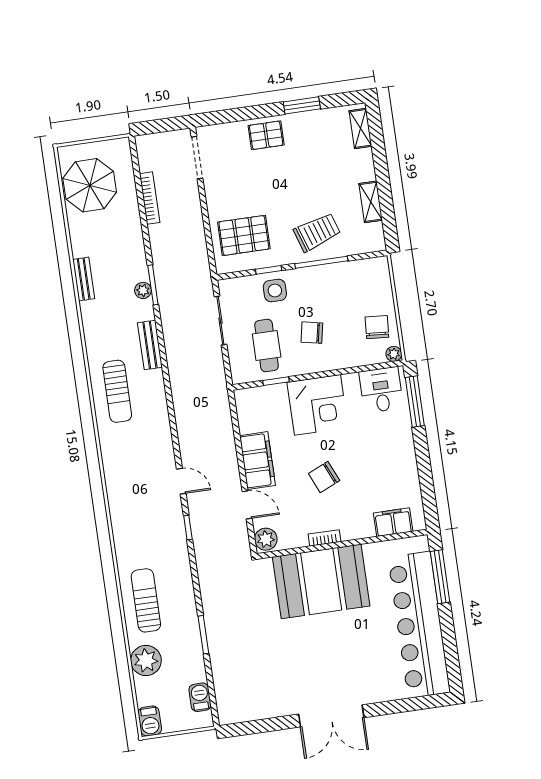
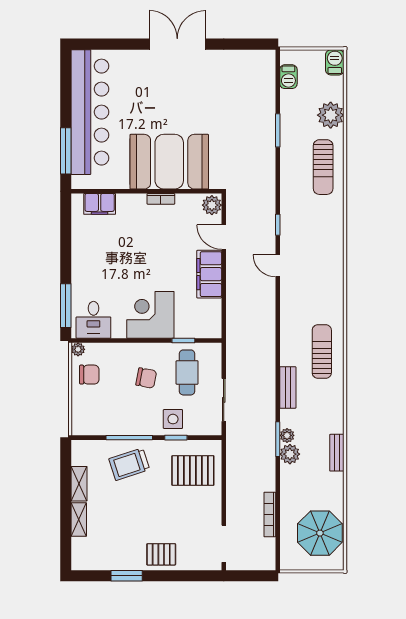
shelving: (360, 128) -> (79, 520), moved
plant: (137, 270) -> (290, 454), added
chair: (377, 327) -> (89, 375), turned -94
chair: (324, 477) -> (154, 252), removed

